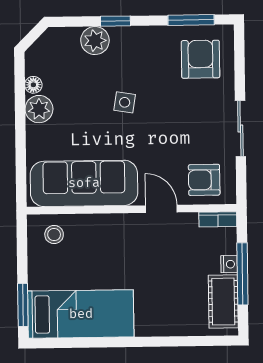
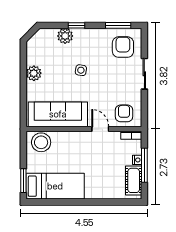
floor lamp: (33, 85) -> (31, 60), removed
sliding door: (240, 129) -> (144, 74), moved
armchair: (204, 180) -> (124, 113), turned 90
stool: (54, 234) -> (41, 142), width x1.89, depth x1.89

